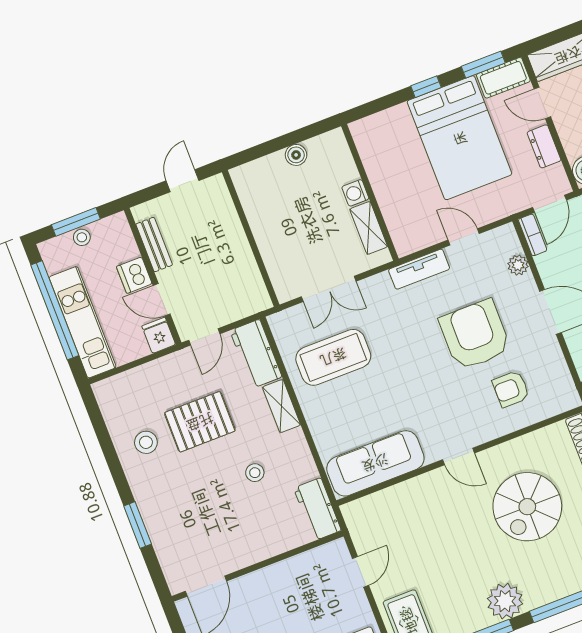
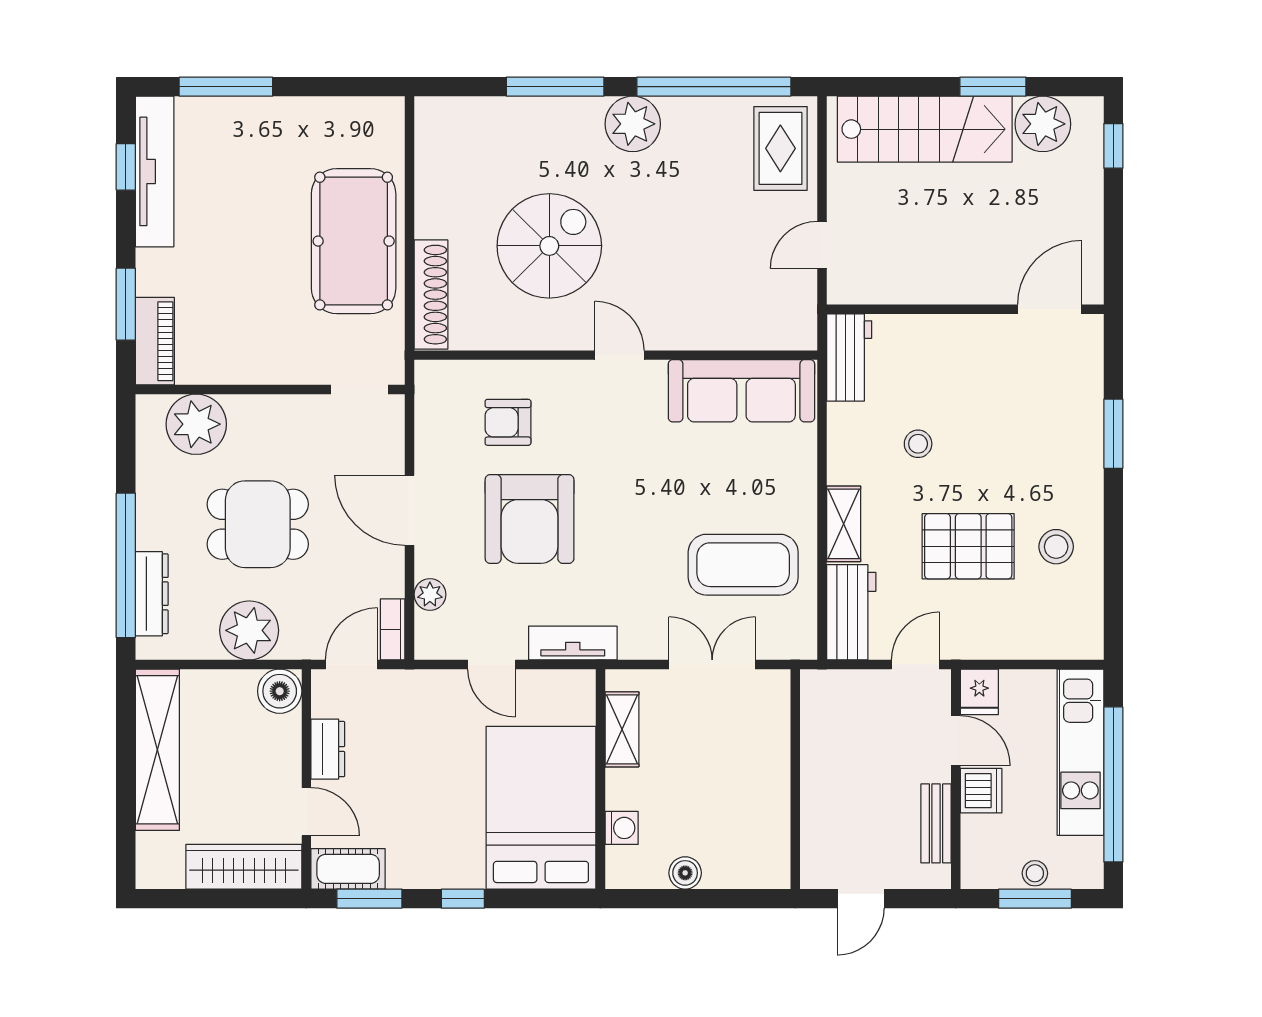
bed: (460, 138) -> (541, 808), moved
washing machine: (355, 193) -> (622, 828), moved
armchair: (511, 389) -> (508, 422), turned 180

